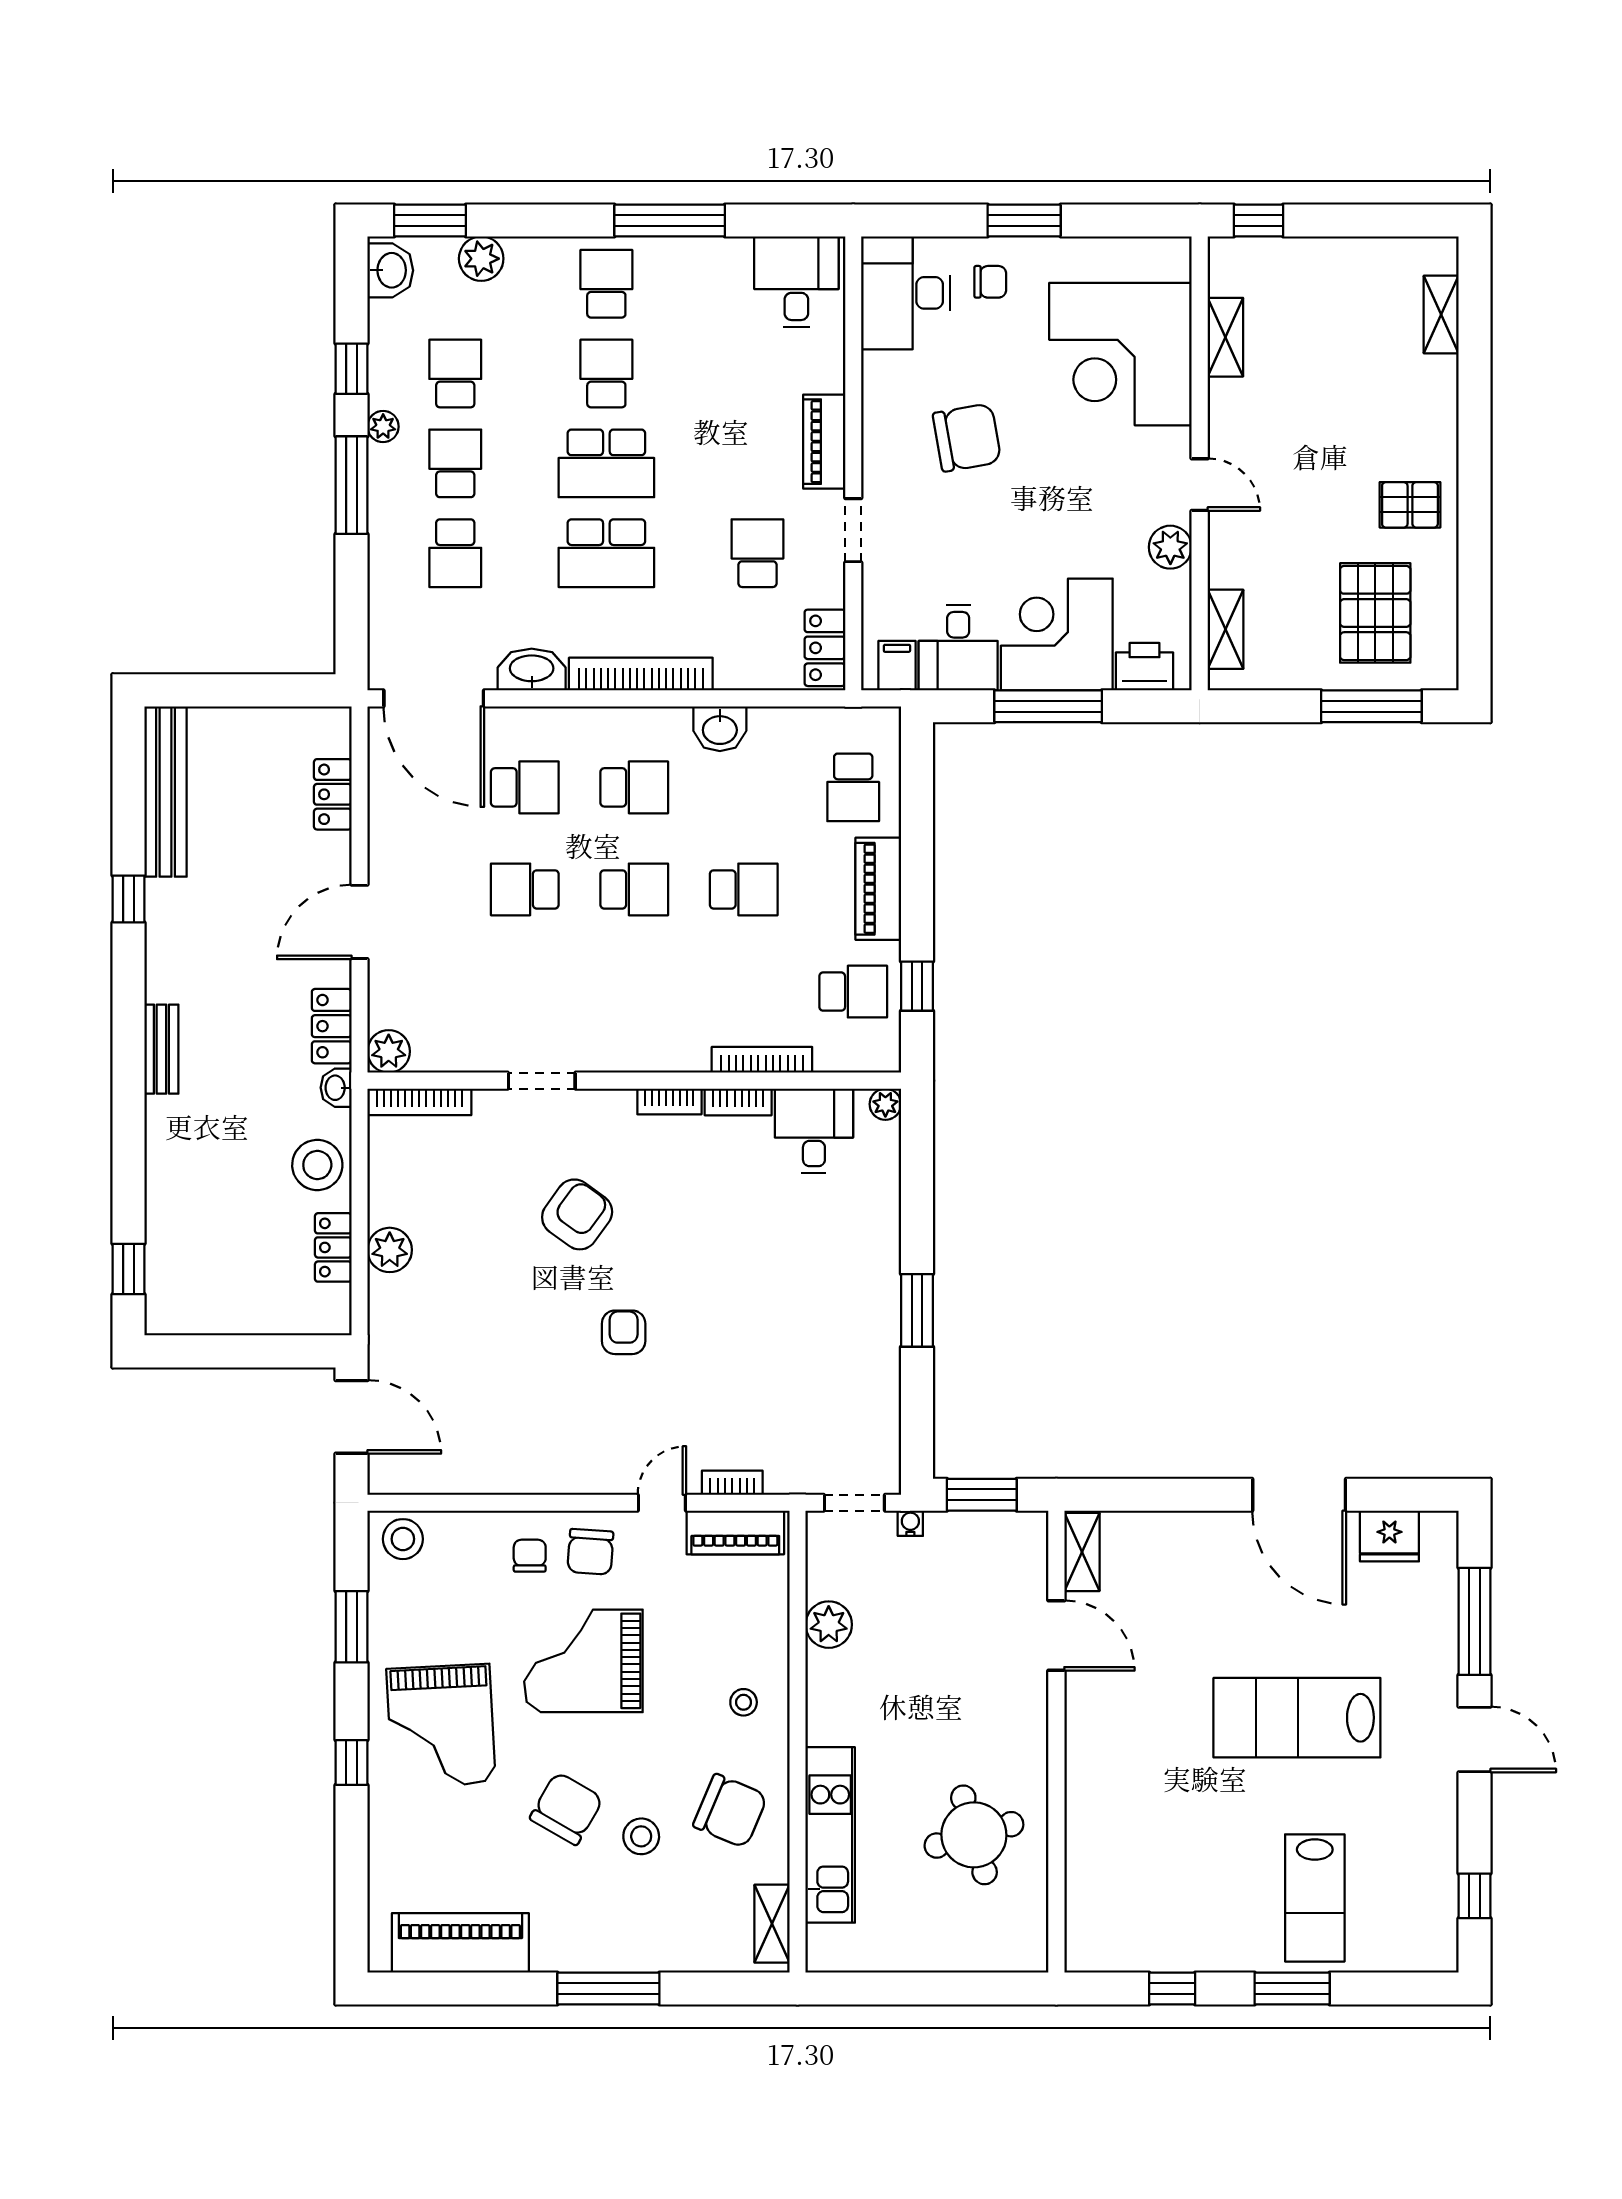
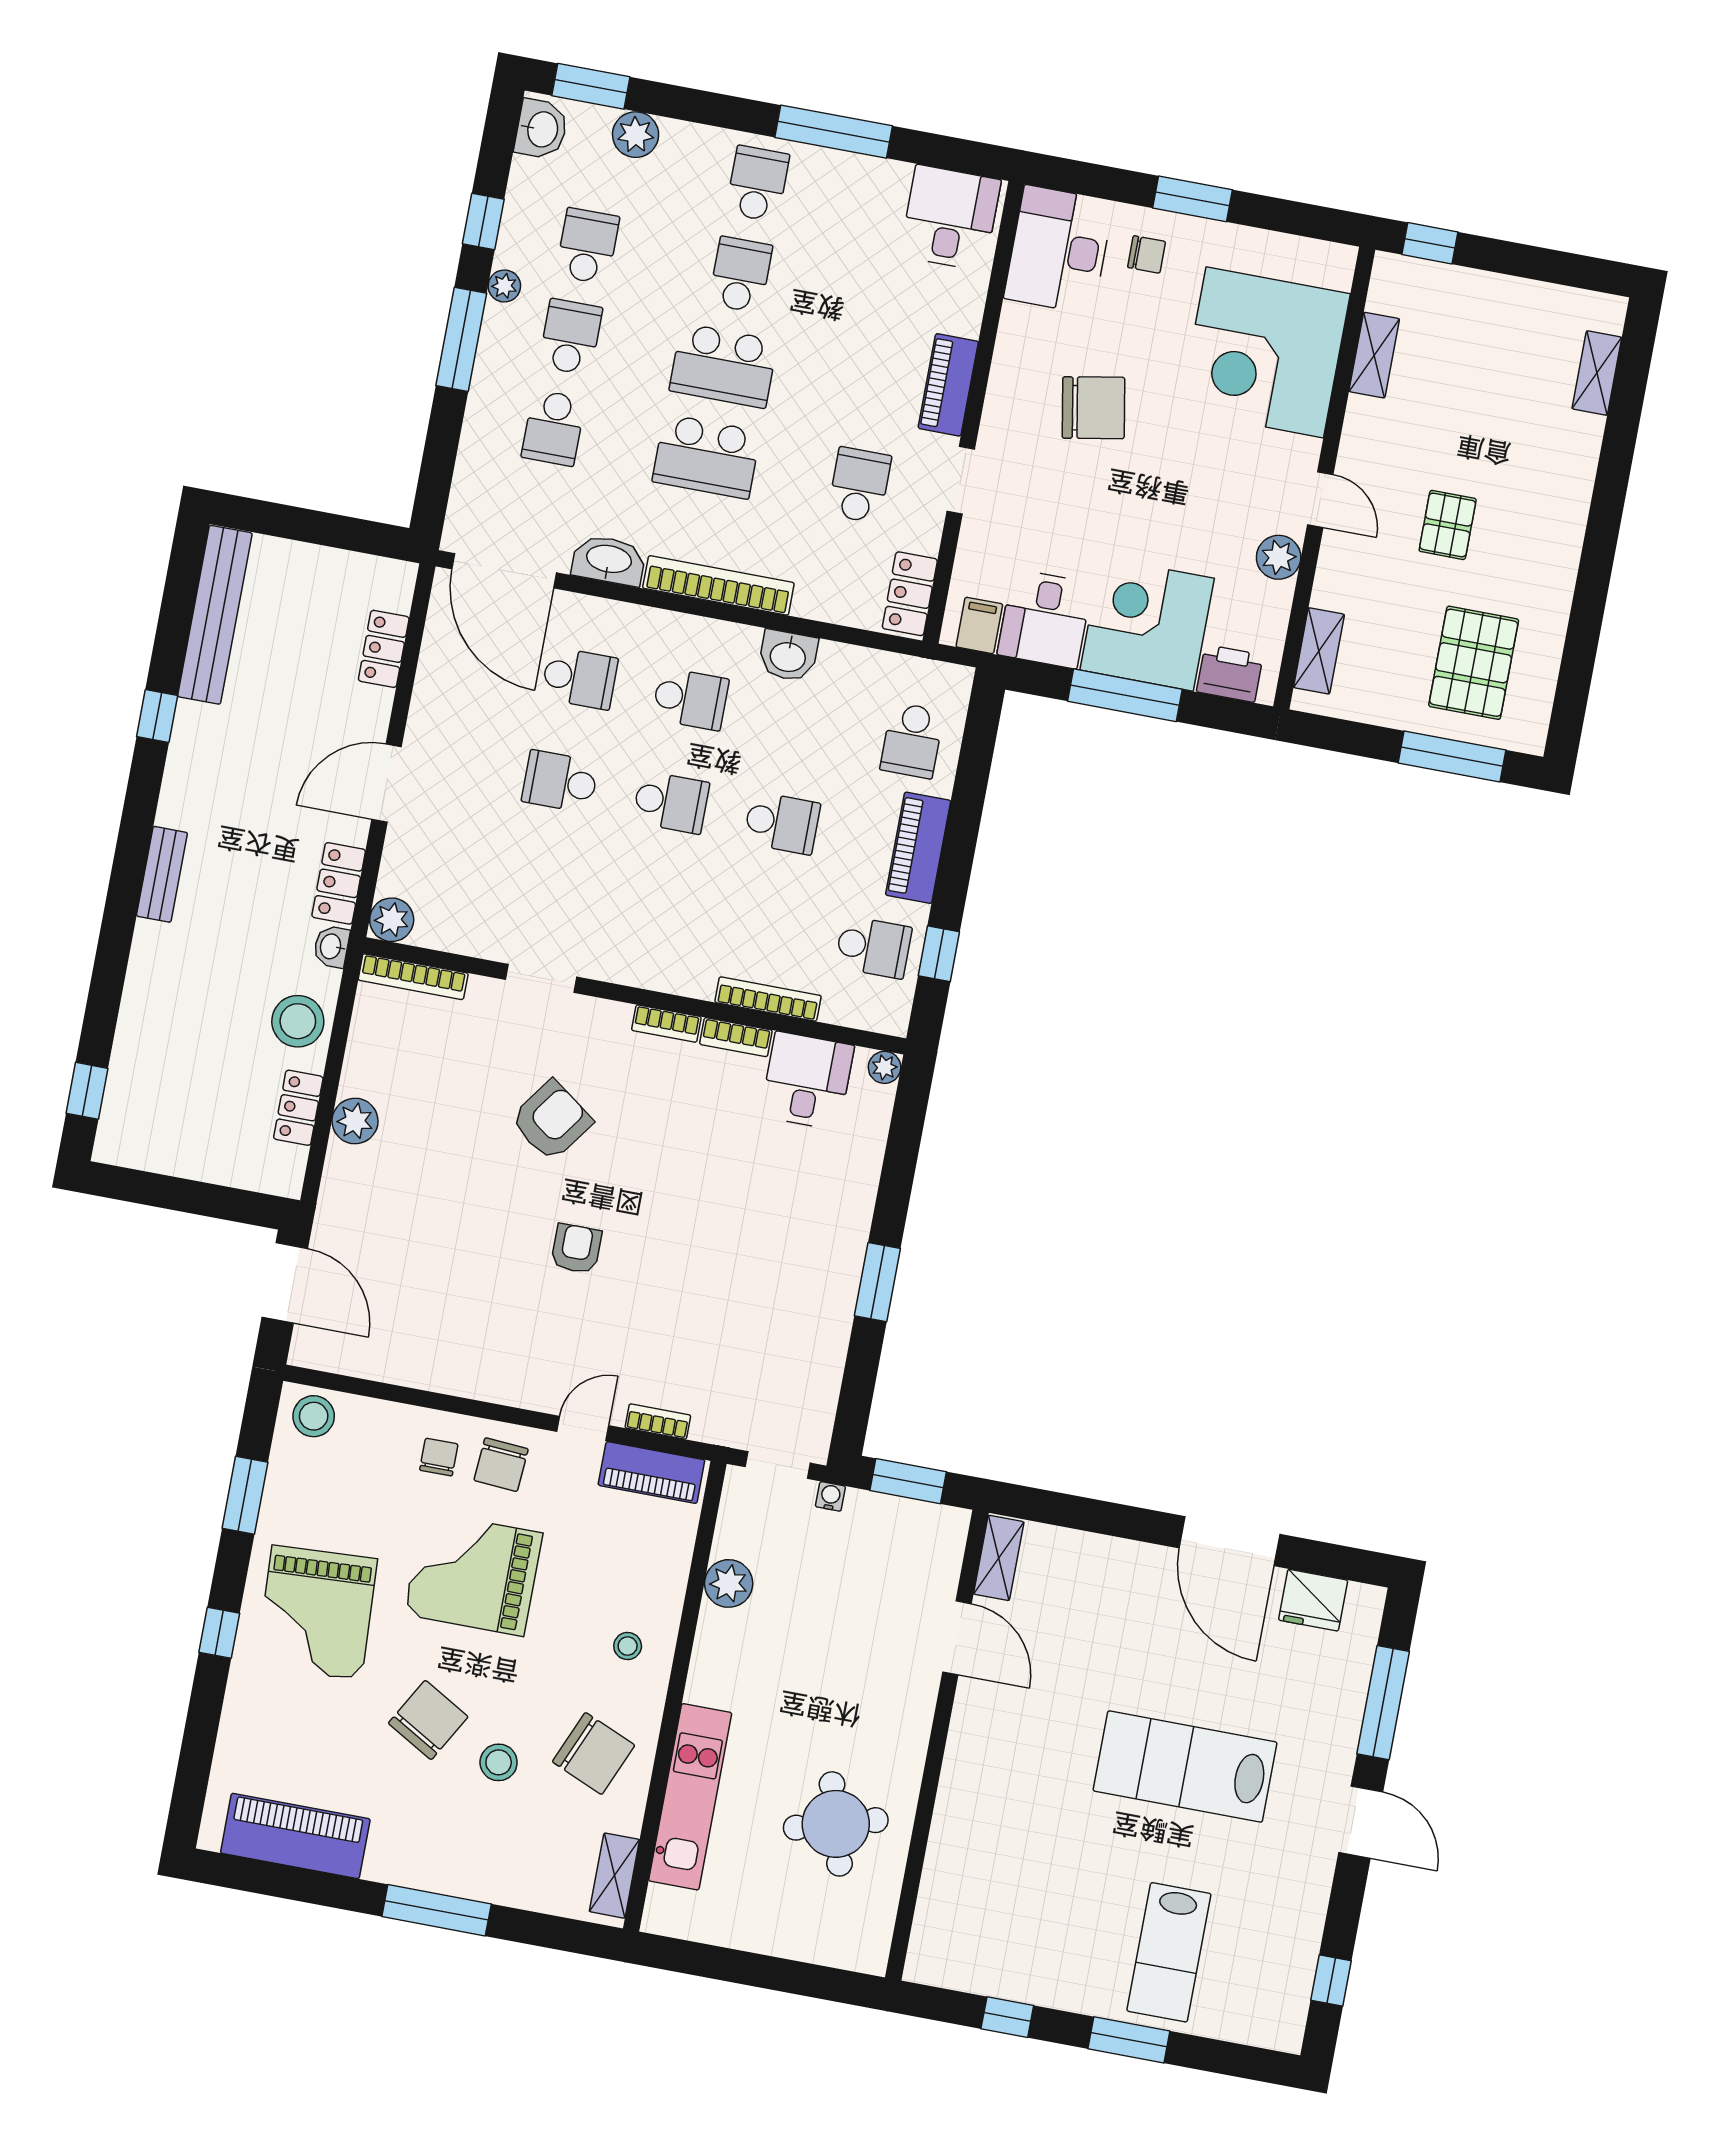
pallet: (1410, 505) -> (1448, 525), moved, turned 90

